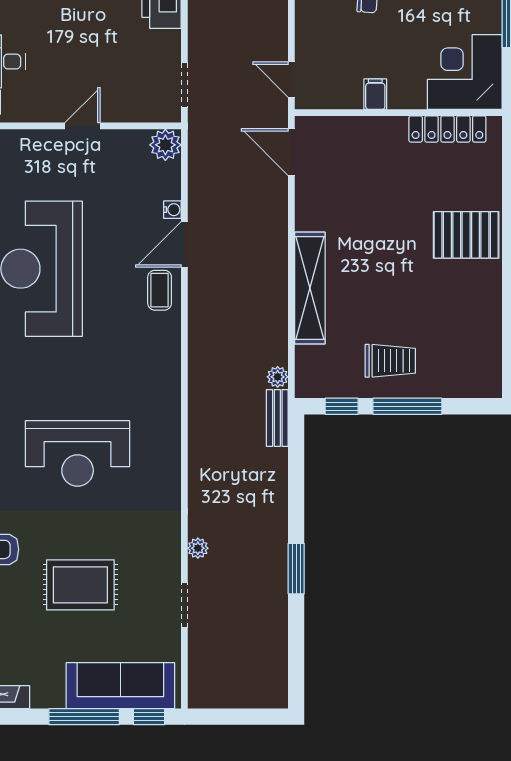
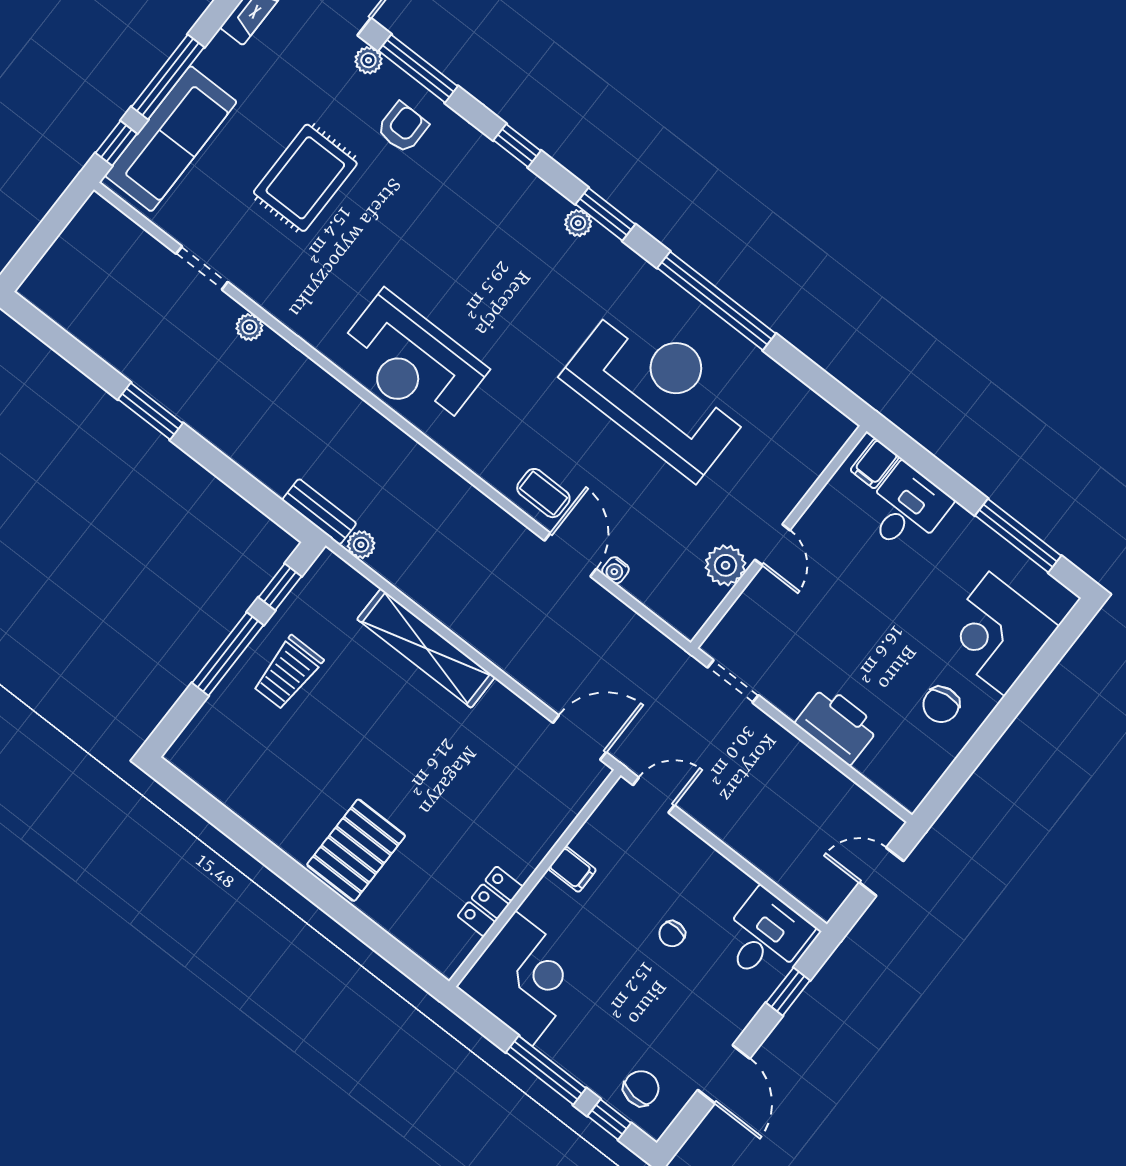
locker: (447, 129) -> (490, 901), width x0.66
plant: (165, 145) -> (726, 565), moved
reception desk: (78, 453) -> (411, 361), moved, turned -90

